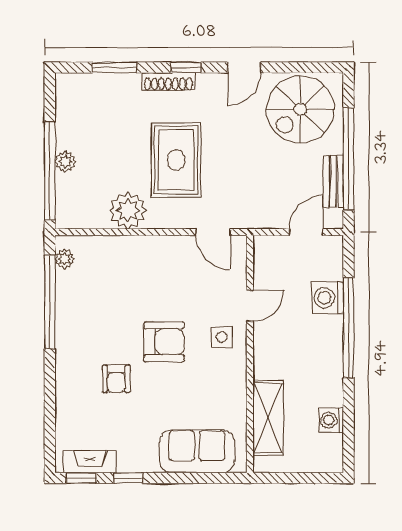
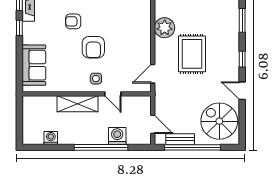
shoe rack: (168, 82) -> (234, 50), removed
rug: (176, 160) -> (192, 54), turned 90
shelving: (268, 418) -> (78, 104), moved

